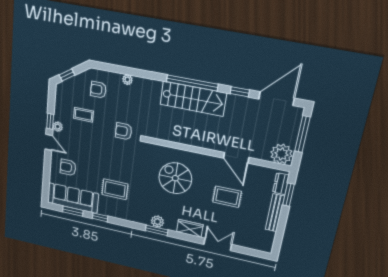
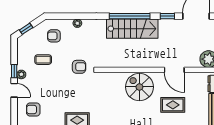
armchair: (124, 131) -> (79, 67), turned 180
spiral stairs: (175, 178) -> (139, 87), moved

